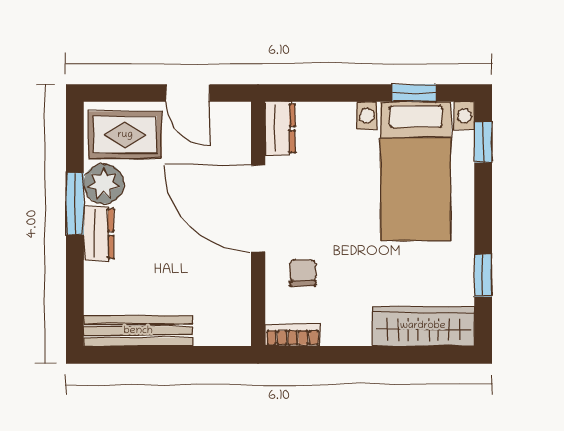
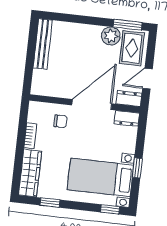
window: (414, 93) -> (137, 168), moved
window: (75, 204) -> (128, 25), moved
dresser: (99, 234) -> (129, 99), moved, turned 180
bookcase: (293, 335) -> (30, 136), moved

